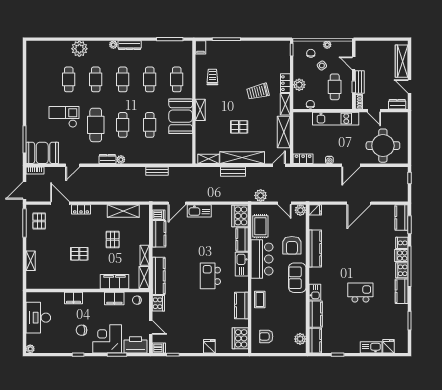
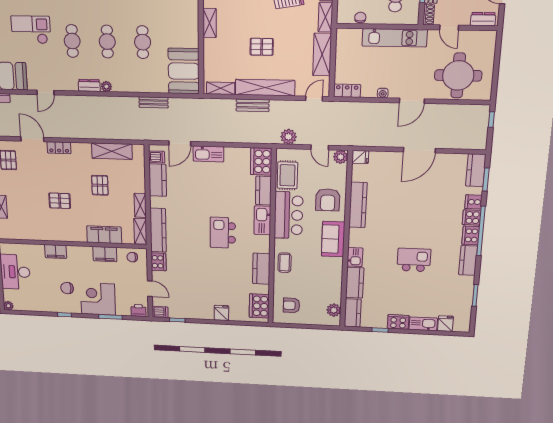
booth: (181, 116) -> (184, 71), moved
cafe table: (96, 125) -> (72, 41), width x0.73, depth x0.74
printer: (136, 345) -> (138, 310), width x0.53, depth x0.68
cooker: (351, 347) -> (398, 322), added

